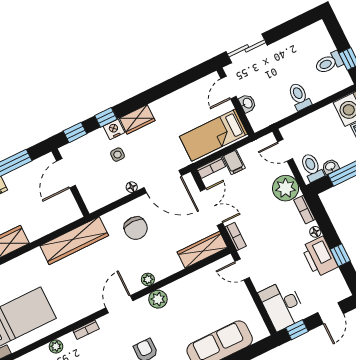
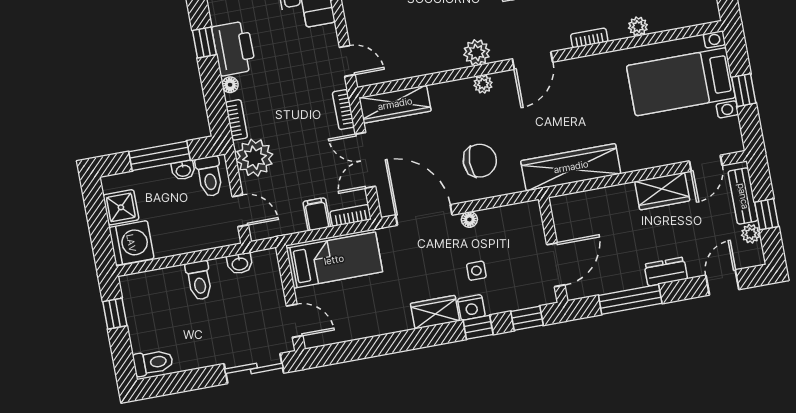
toilet: (329, 63) -> (153, 363), moved
door: (229, 88) -> (295, 321), hinge flipped
washbasin: (247, 103) -> (240, 263), moved, turned -90
chair: (136, 228) -> (480, 161), turned 90

